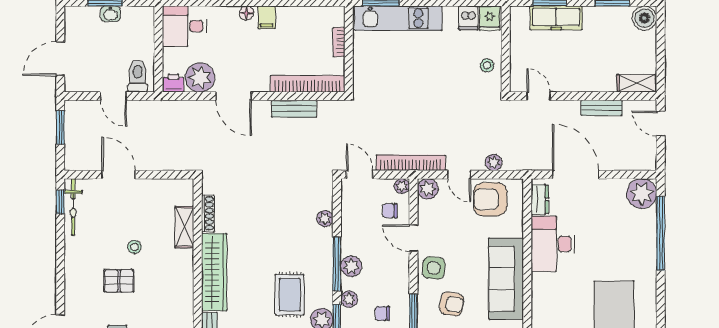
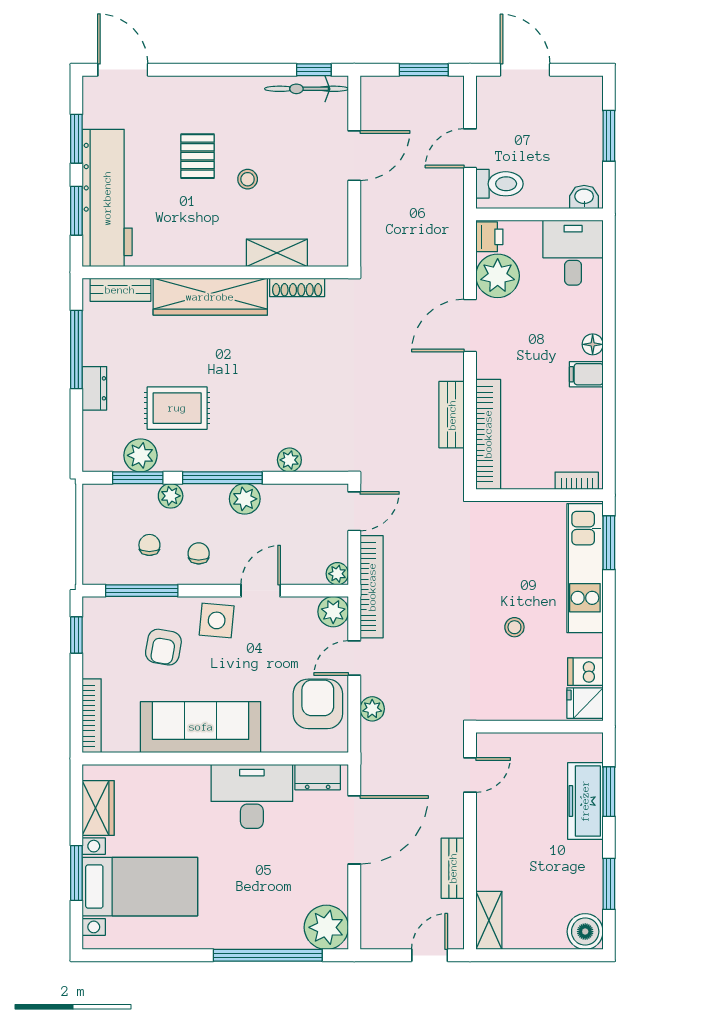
washbasin: (110, 14) -> (584, 197), moved, turned 90
bookcase: (339, 42) -> (577, 481), moved
stool: (487, 65) -> (514, 627), moved
chair: (390, 211) -> (199, 553), moved
plant: (351, 266) -> (245, 499), moved

